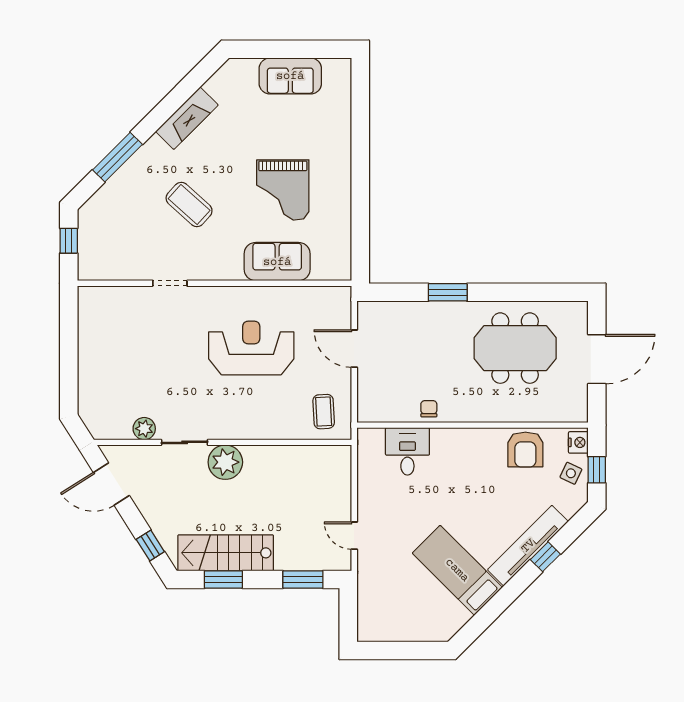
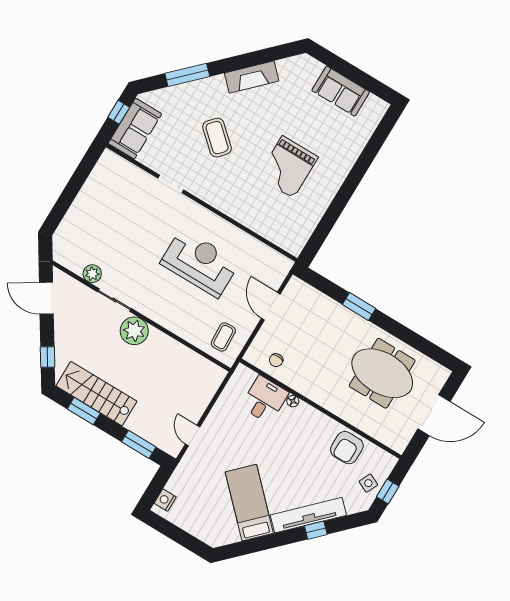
sofa: (277, 262) -> (135, 129), moved, turned 90
chair: (429, 409) -> (276, 360), moved, turned 180
floor lamp: (438, 435) -> (293, 401), added
nightstand: (578, 442) -> (165, 500), moved, turned 180

